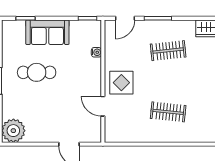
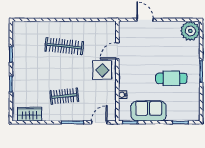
sofa: (47, 32) -> (149, 111), moved
door: (103, 106) -> (117, 51), swing flipped
clothes rail: (168, 112) -> (64, 46), width x1.36

